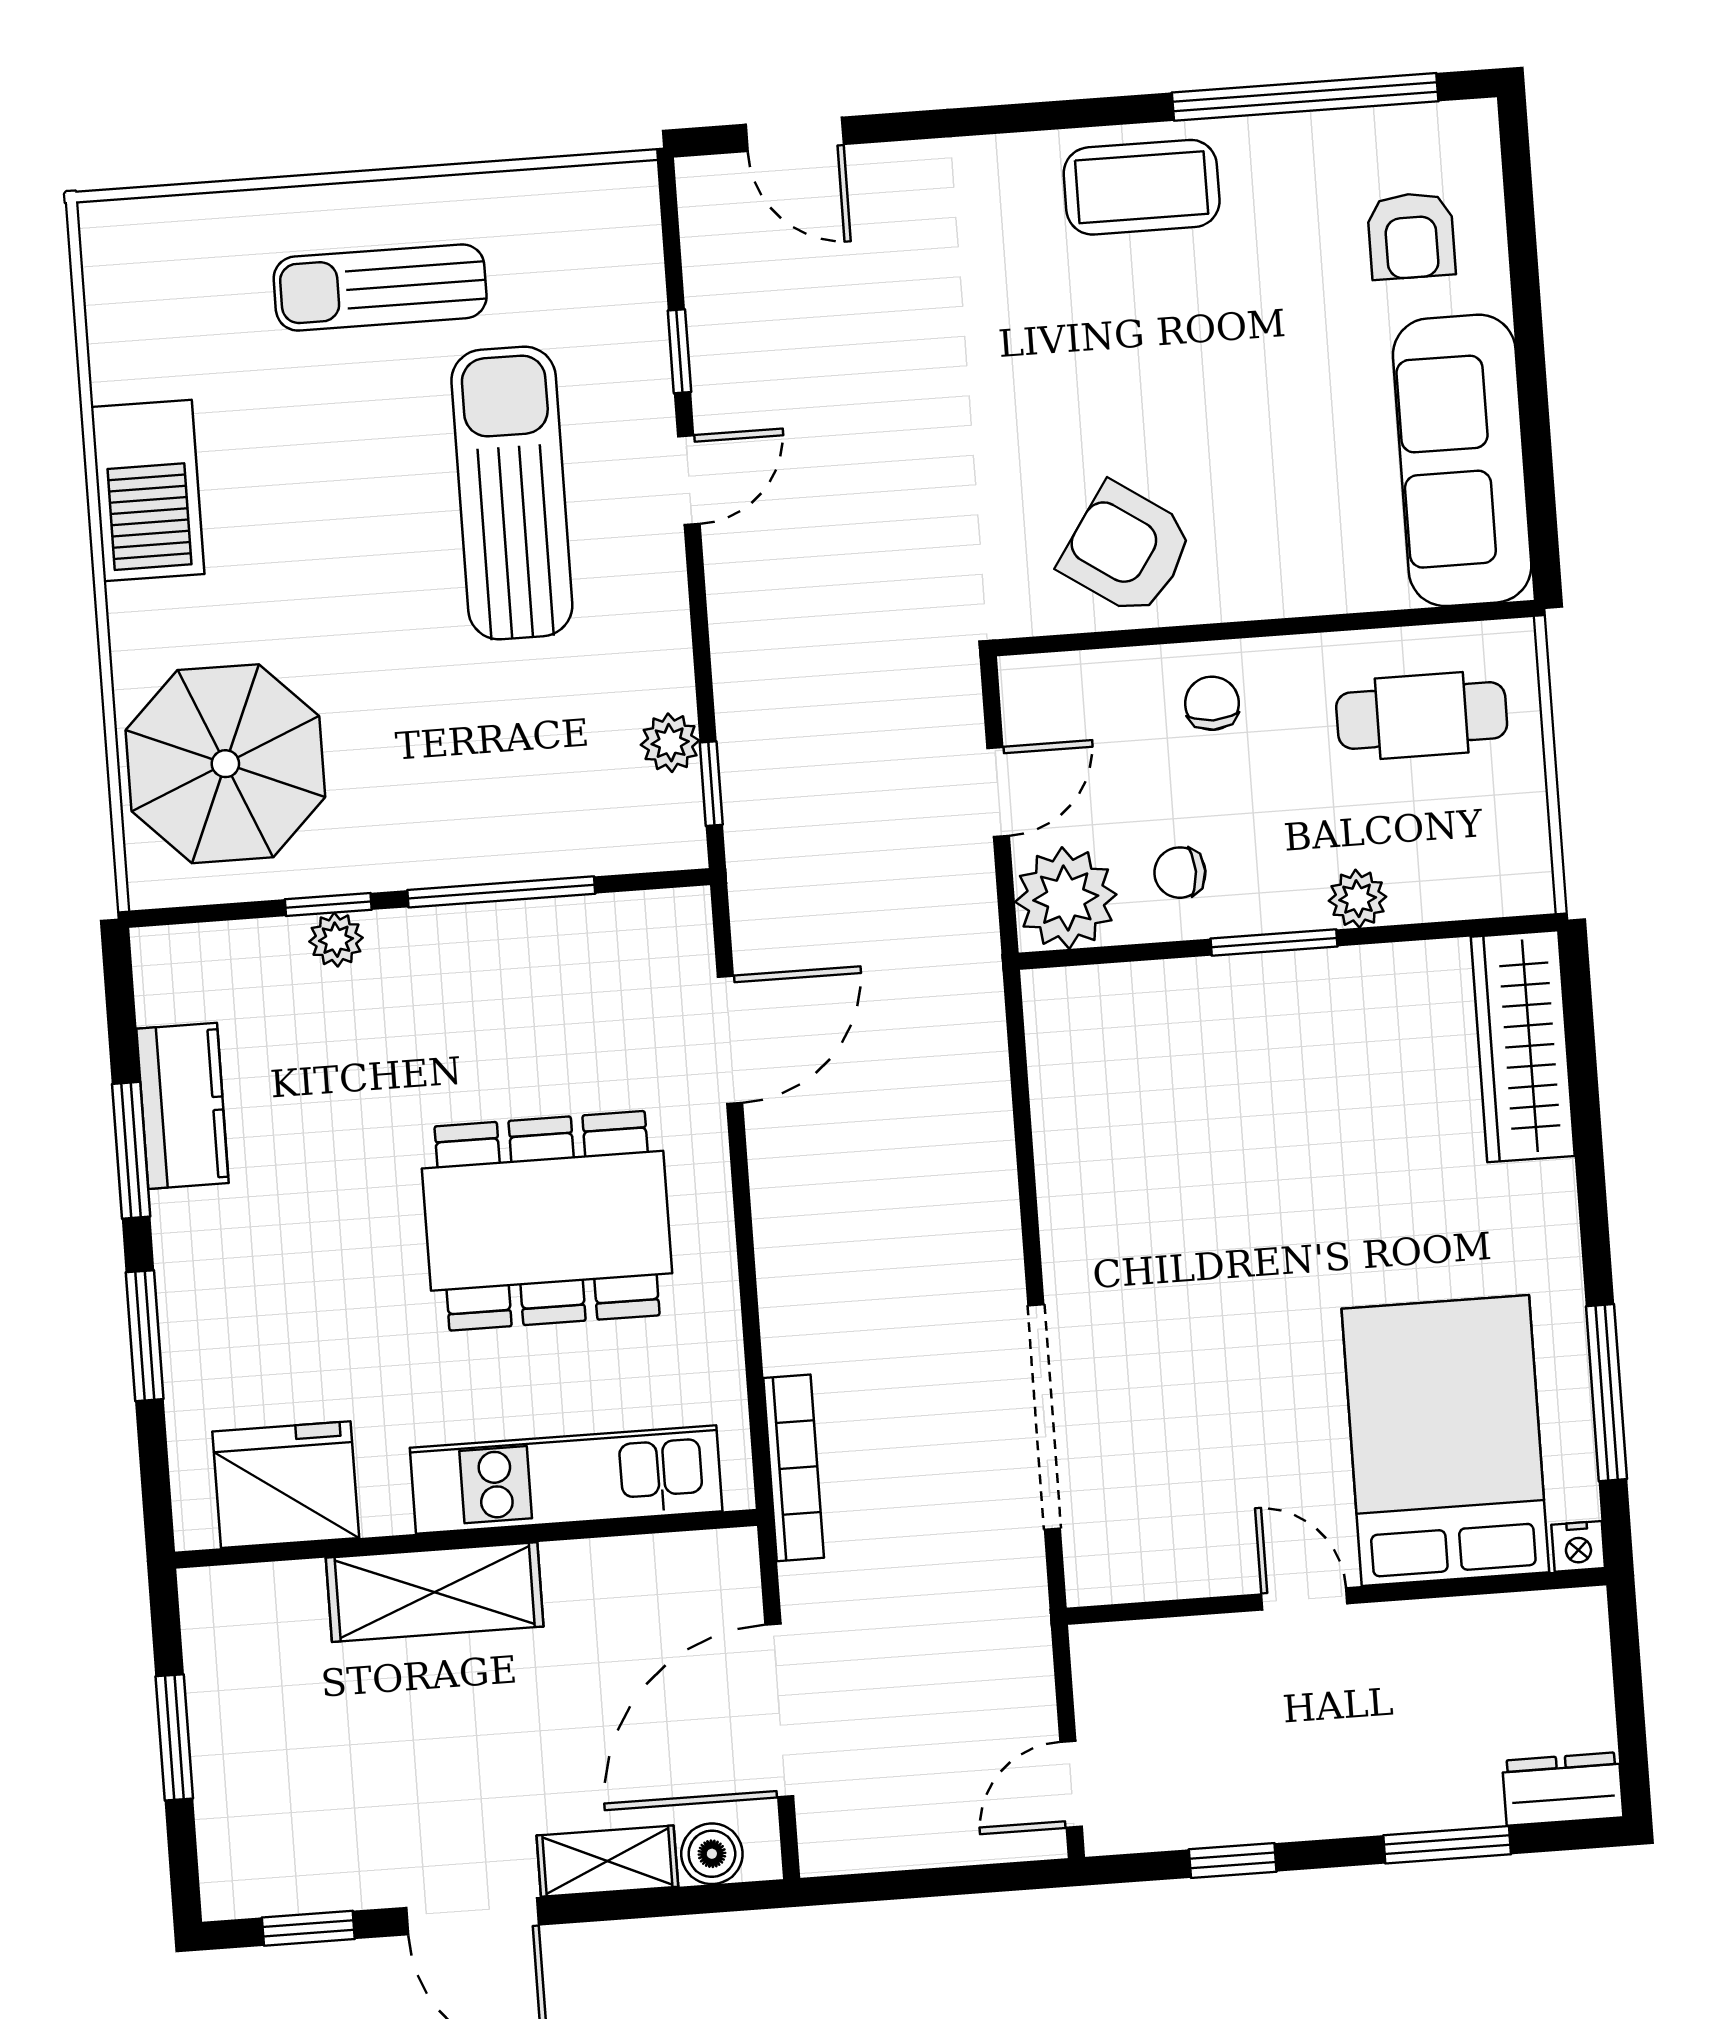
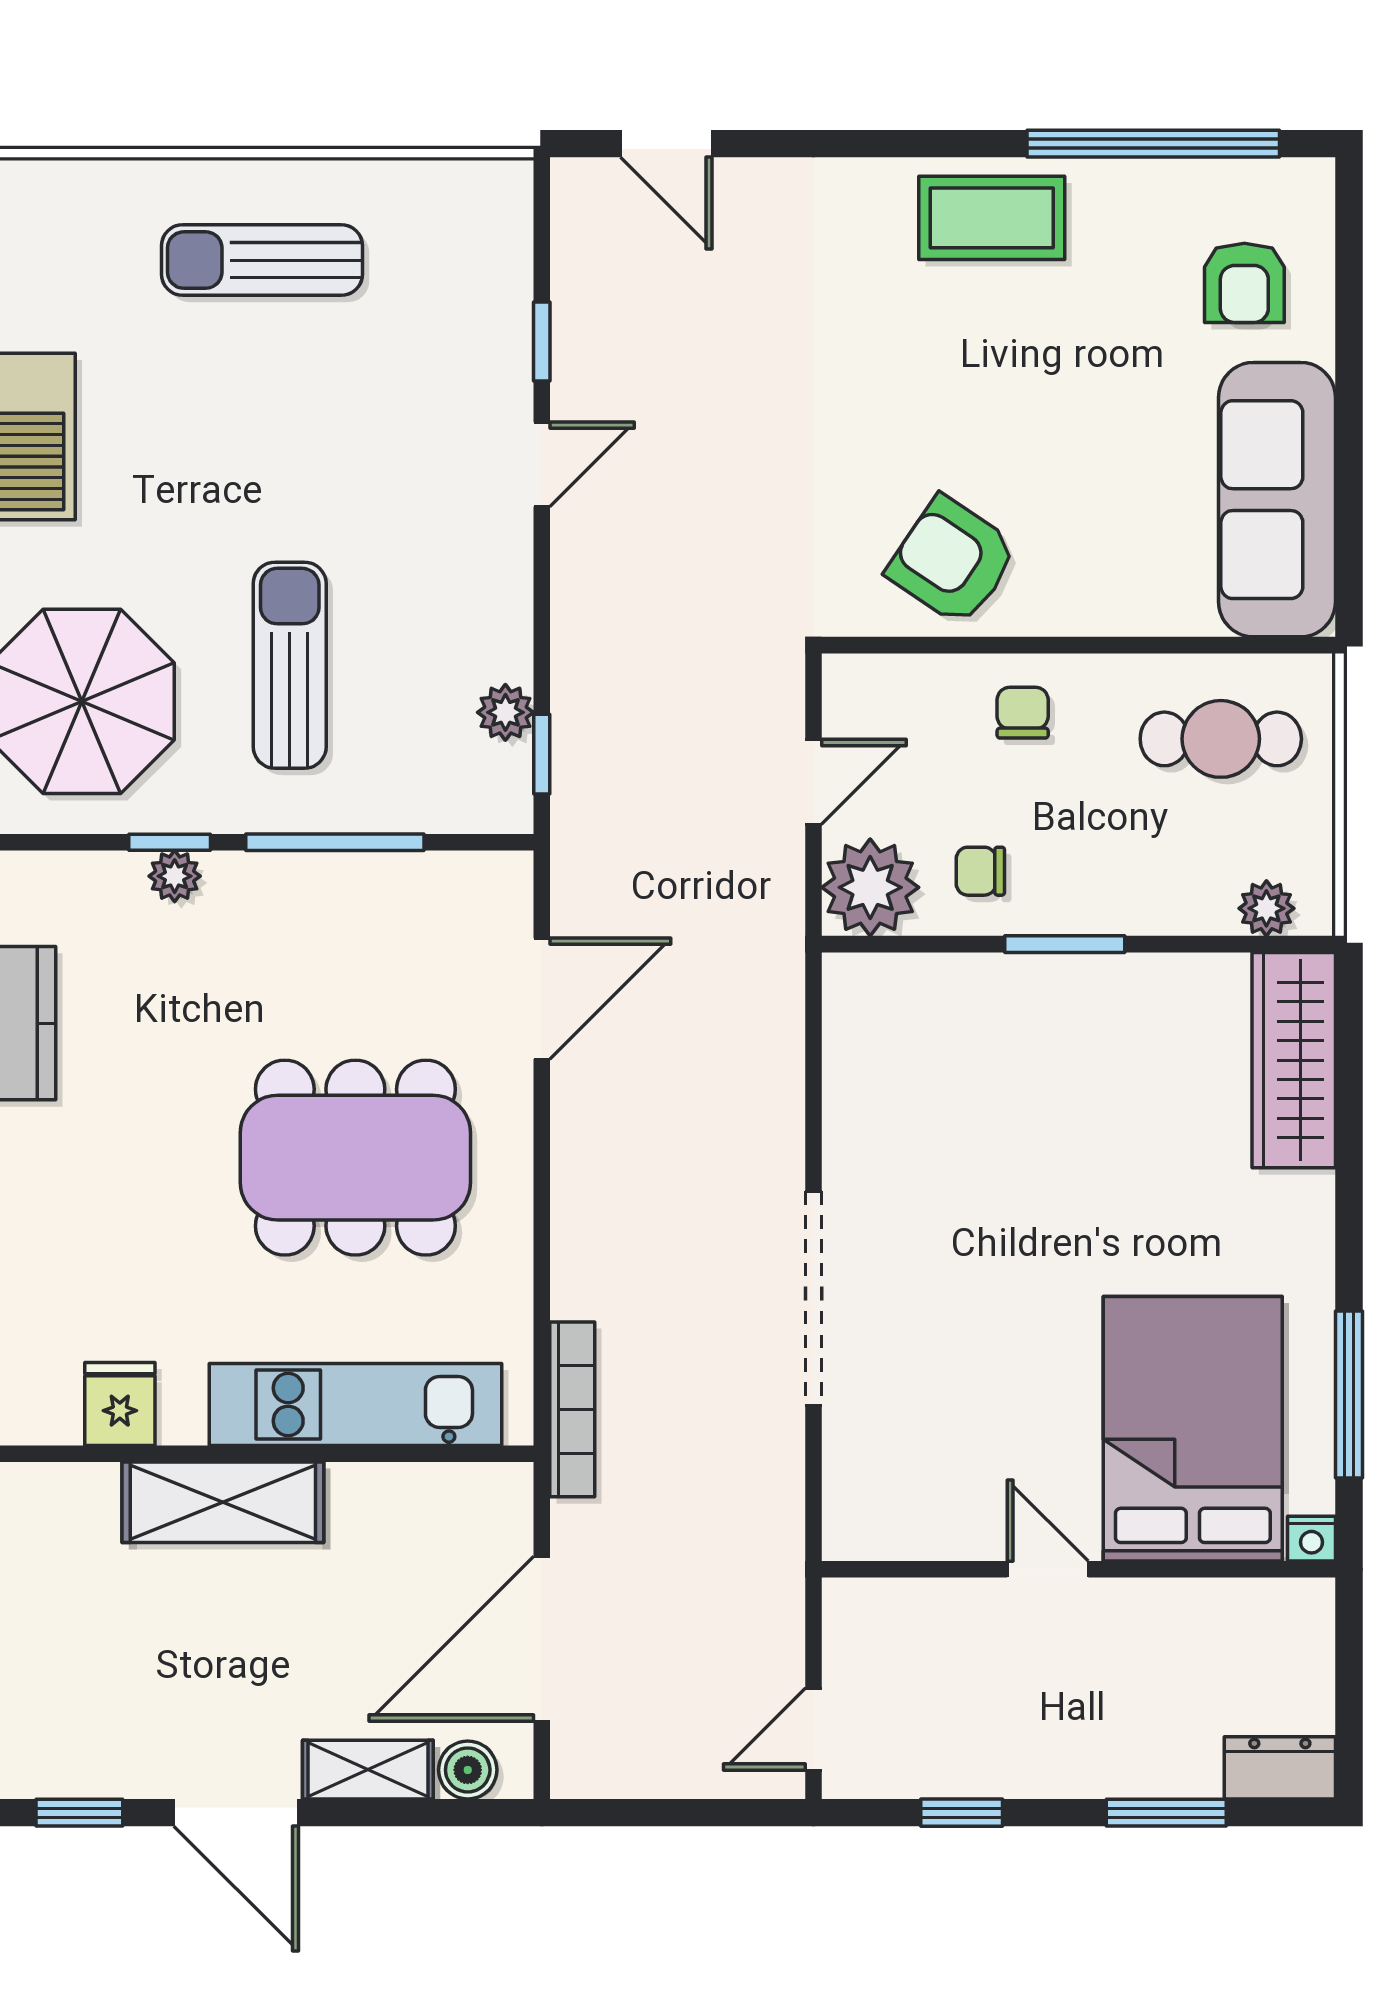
sun lounger: (512, 493) -> (290, 665), moved, width x0.73, depth x0.75
plant: (1358, 899) -> (1266, 908), moved
doorway: (1044, 1417) -> (814, 1298), moved
fridge: (286, 1485) -> (120, 1404), width x0.53, depth x0.75

